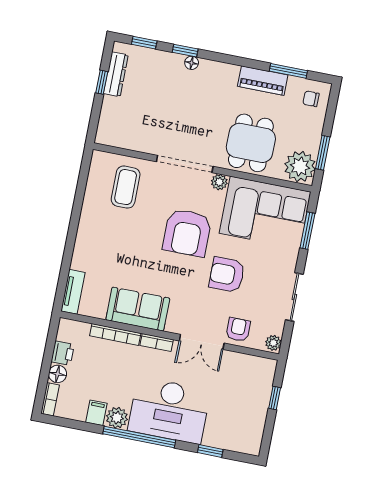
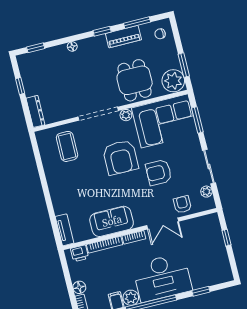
window: (185, 51) -> (102, 31), moved
dresser: (116, 74) -> (35, 111), moved
plant: (273, 343) -> (206, 192), moved
printer: (63, 353) -> (79, 253), moved, turned 90

